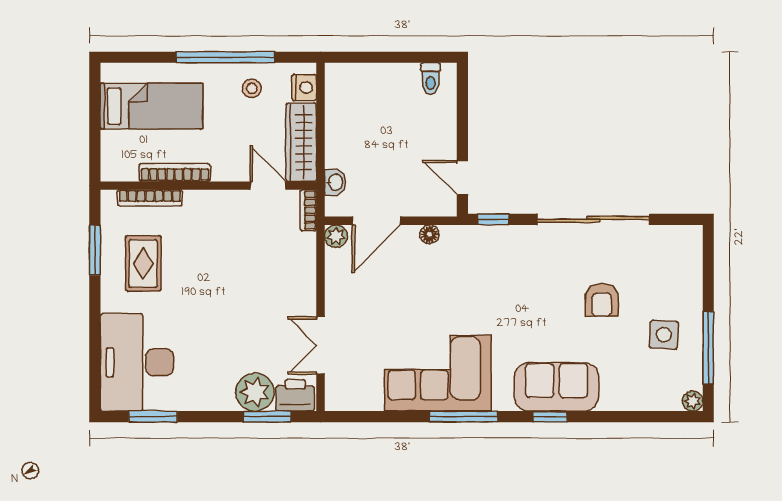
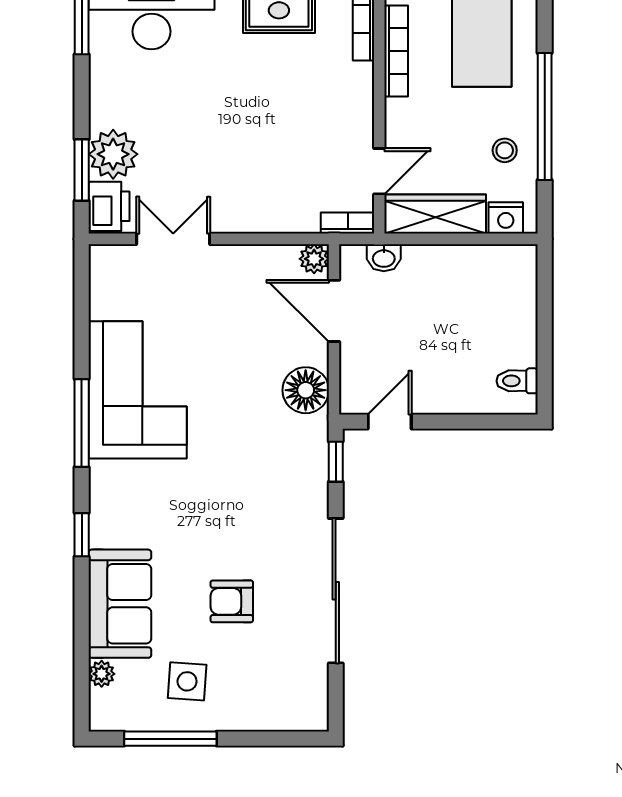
floor lamp: (429, 234) -> (306, 390), width x1.89, depth x1.89
sofa: (556, 387) -> (120, 604), moved
plant: (693, 401) -> (102, 674), moved

